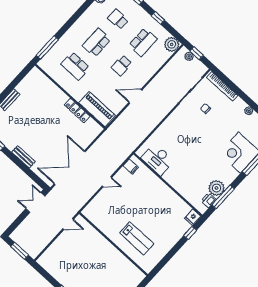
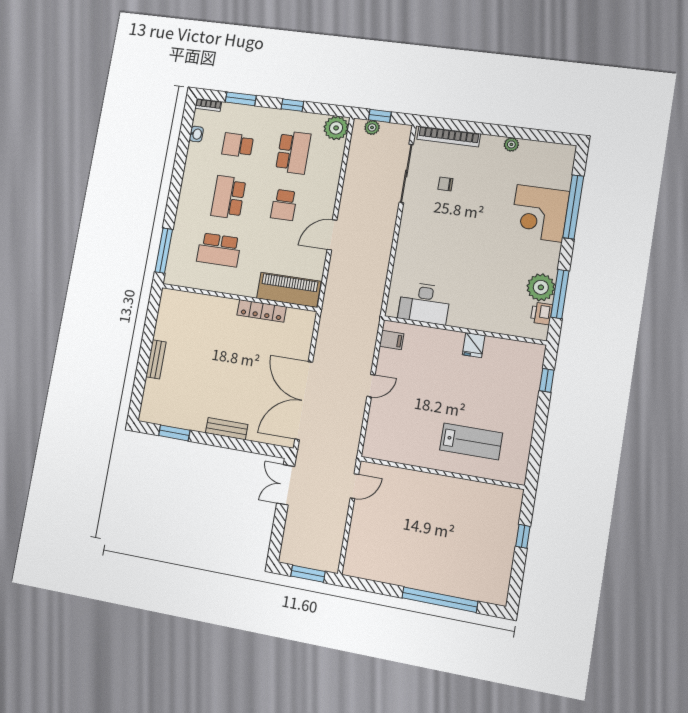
fridge: (193, 217) -> (474, 345), moved

